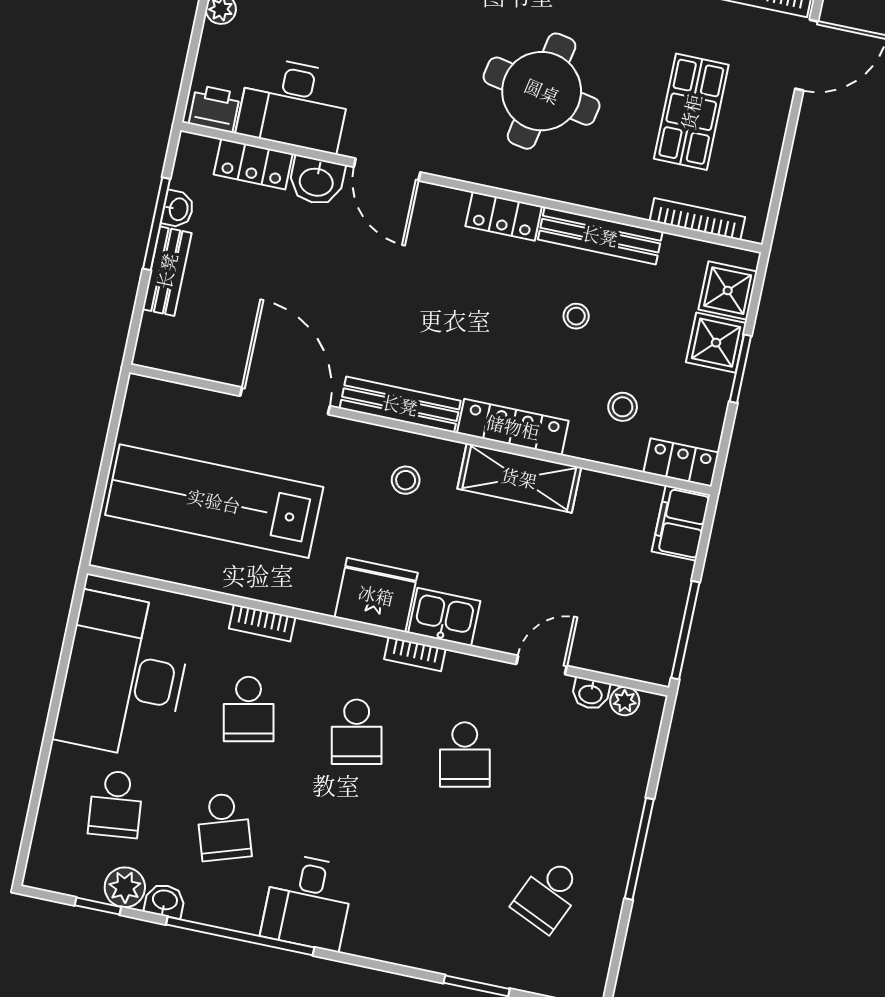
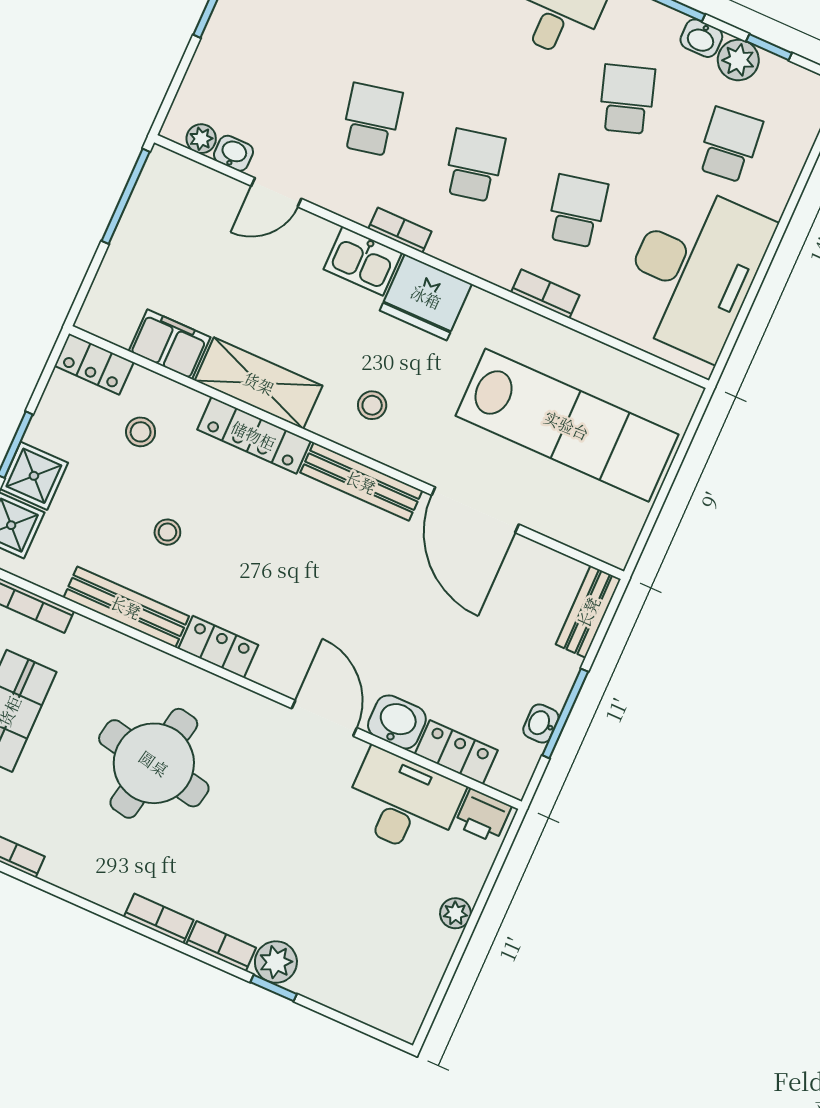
bench: (167, 271) -> (588, 612), moved
filing cabinet: (681, 523) -> (170, 344), moved, turned -90

